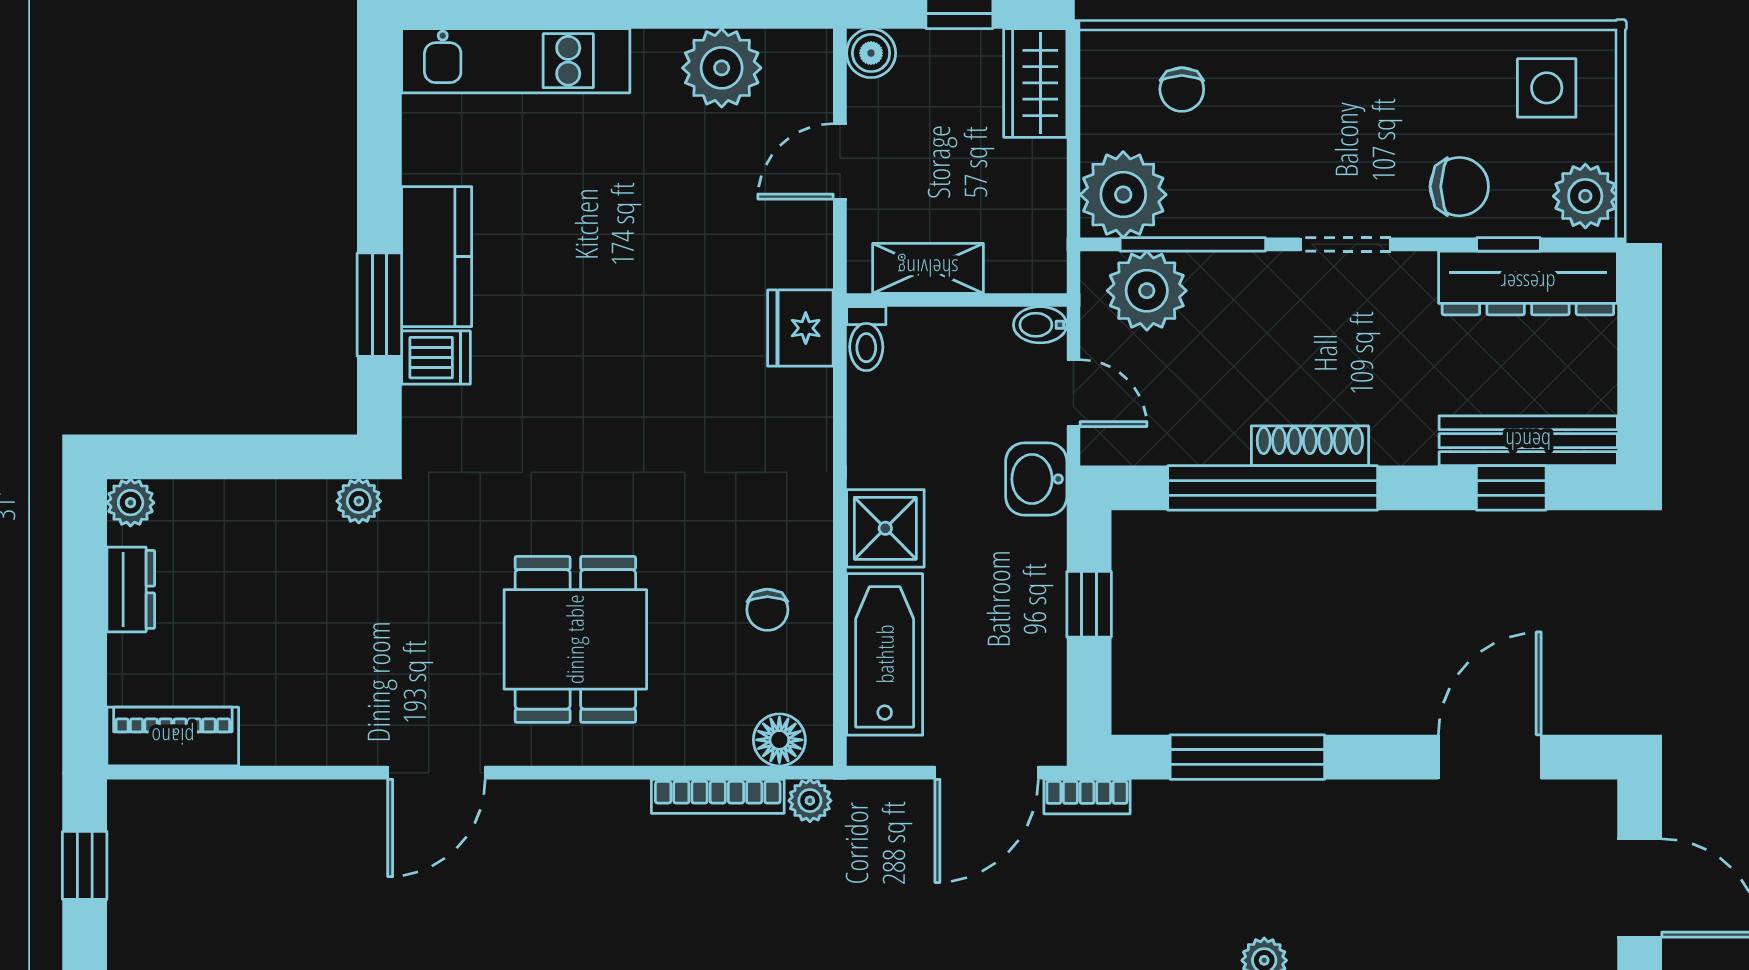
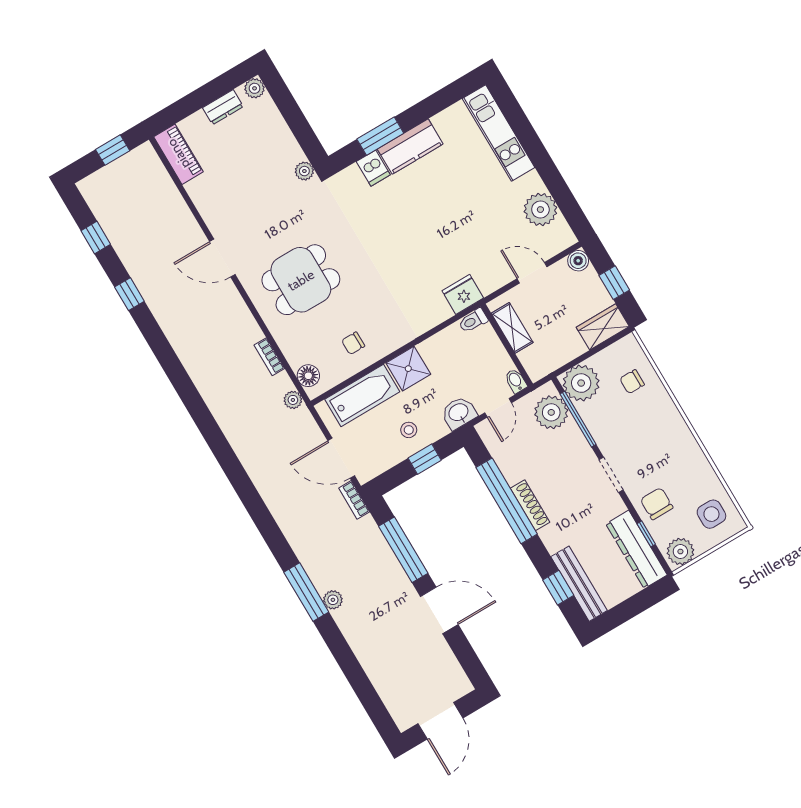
chair: (1459, 187) -> (657, 504), turned 180
stool: (1011, 601) -> (409, 430), added
door: (1490, 757) -> (439, 610), moved
bookcase: (718, 796) -> (269, 357), width x0.64

